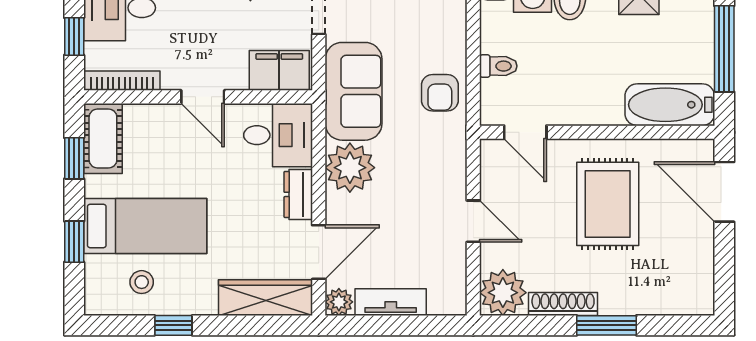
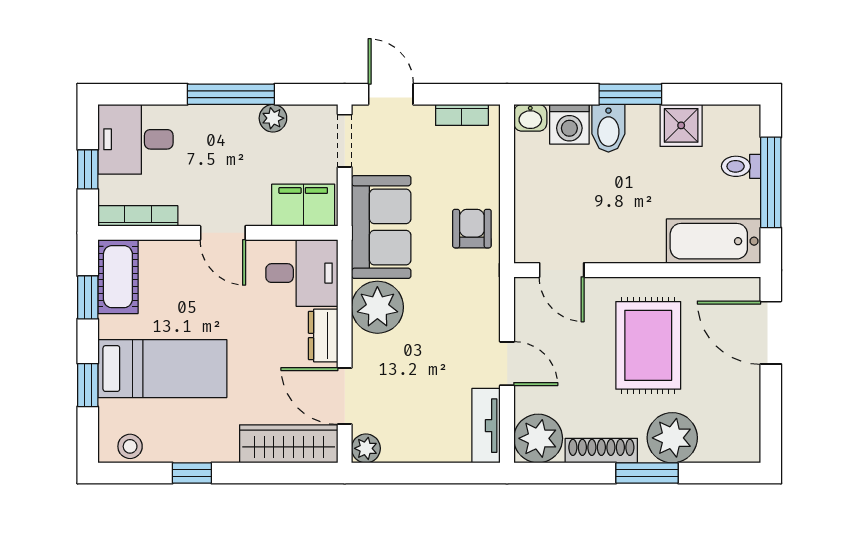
toilet: (498, 66) -> (741, 166), moved, turned 180
armchair: (440, 93) -> (472, 229), turned 180
door: (319, 252) -> (345, 396), swing flipped
stool: (142, 282) -> (130, 446), moved
plant: (631, 292) -> (672, 438), added
tv unit: (391, 302) -> (486, 426), moved, turned -90

